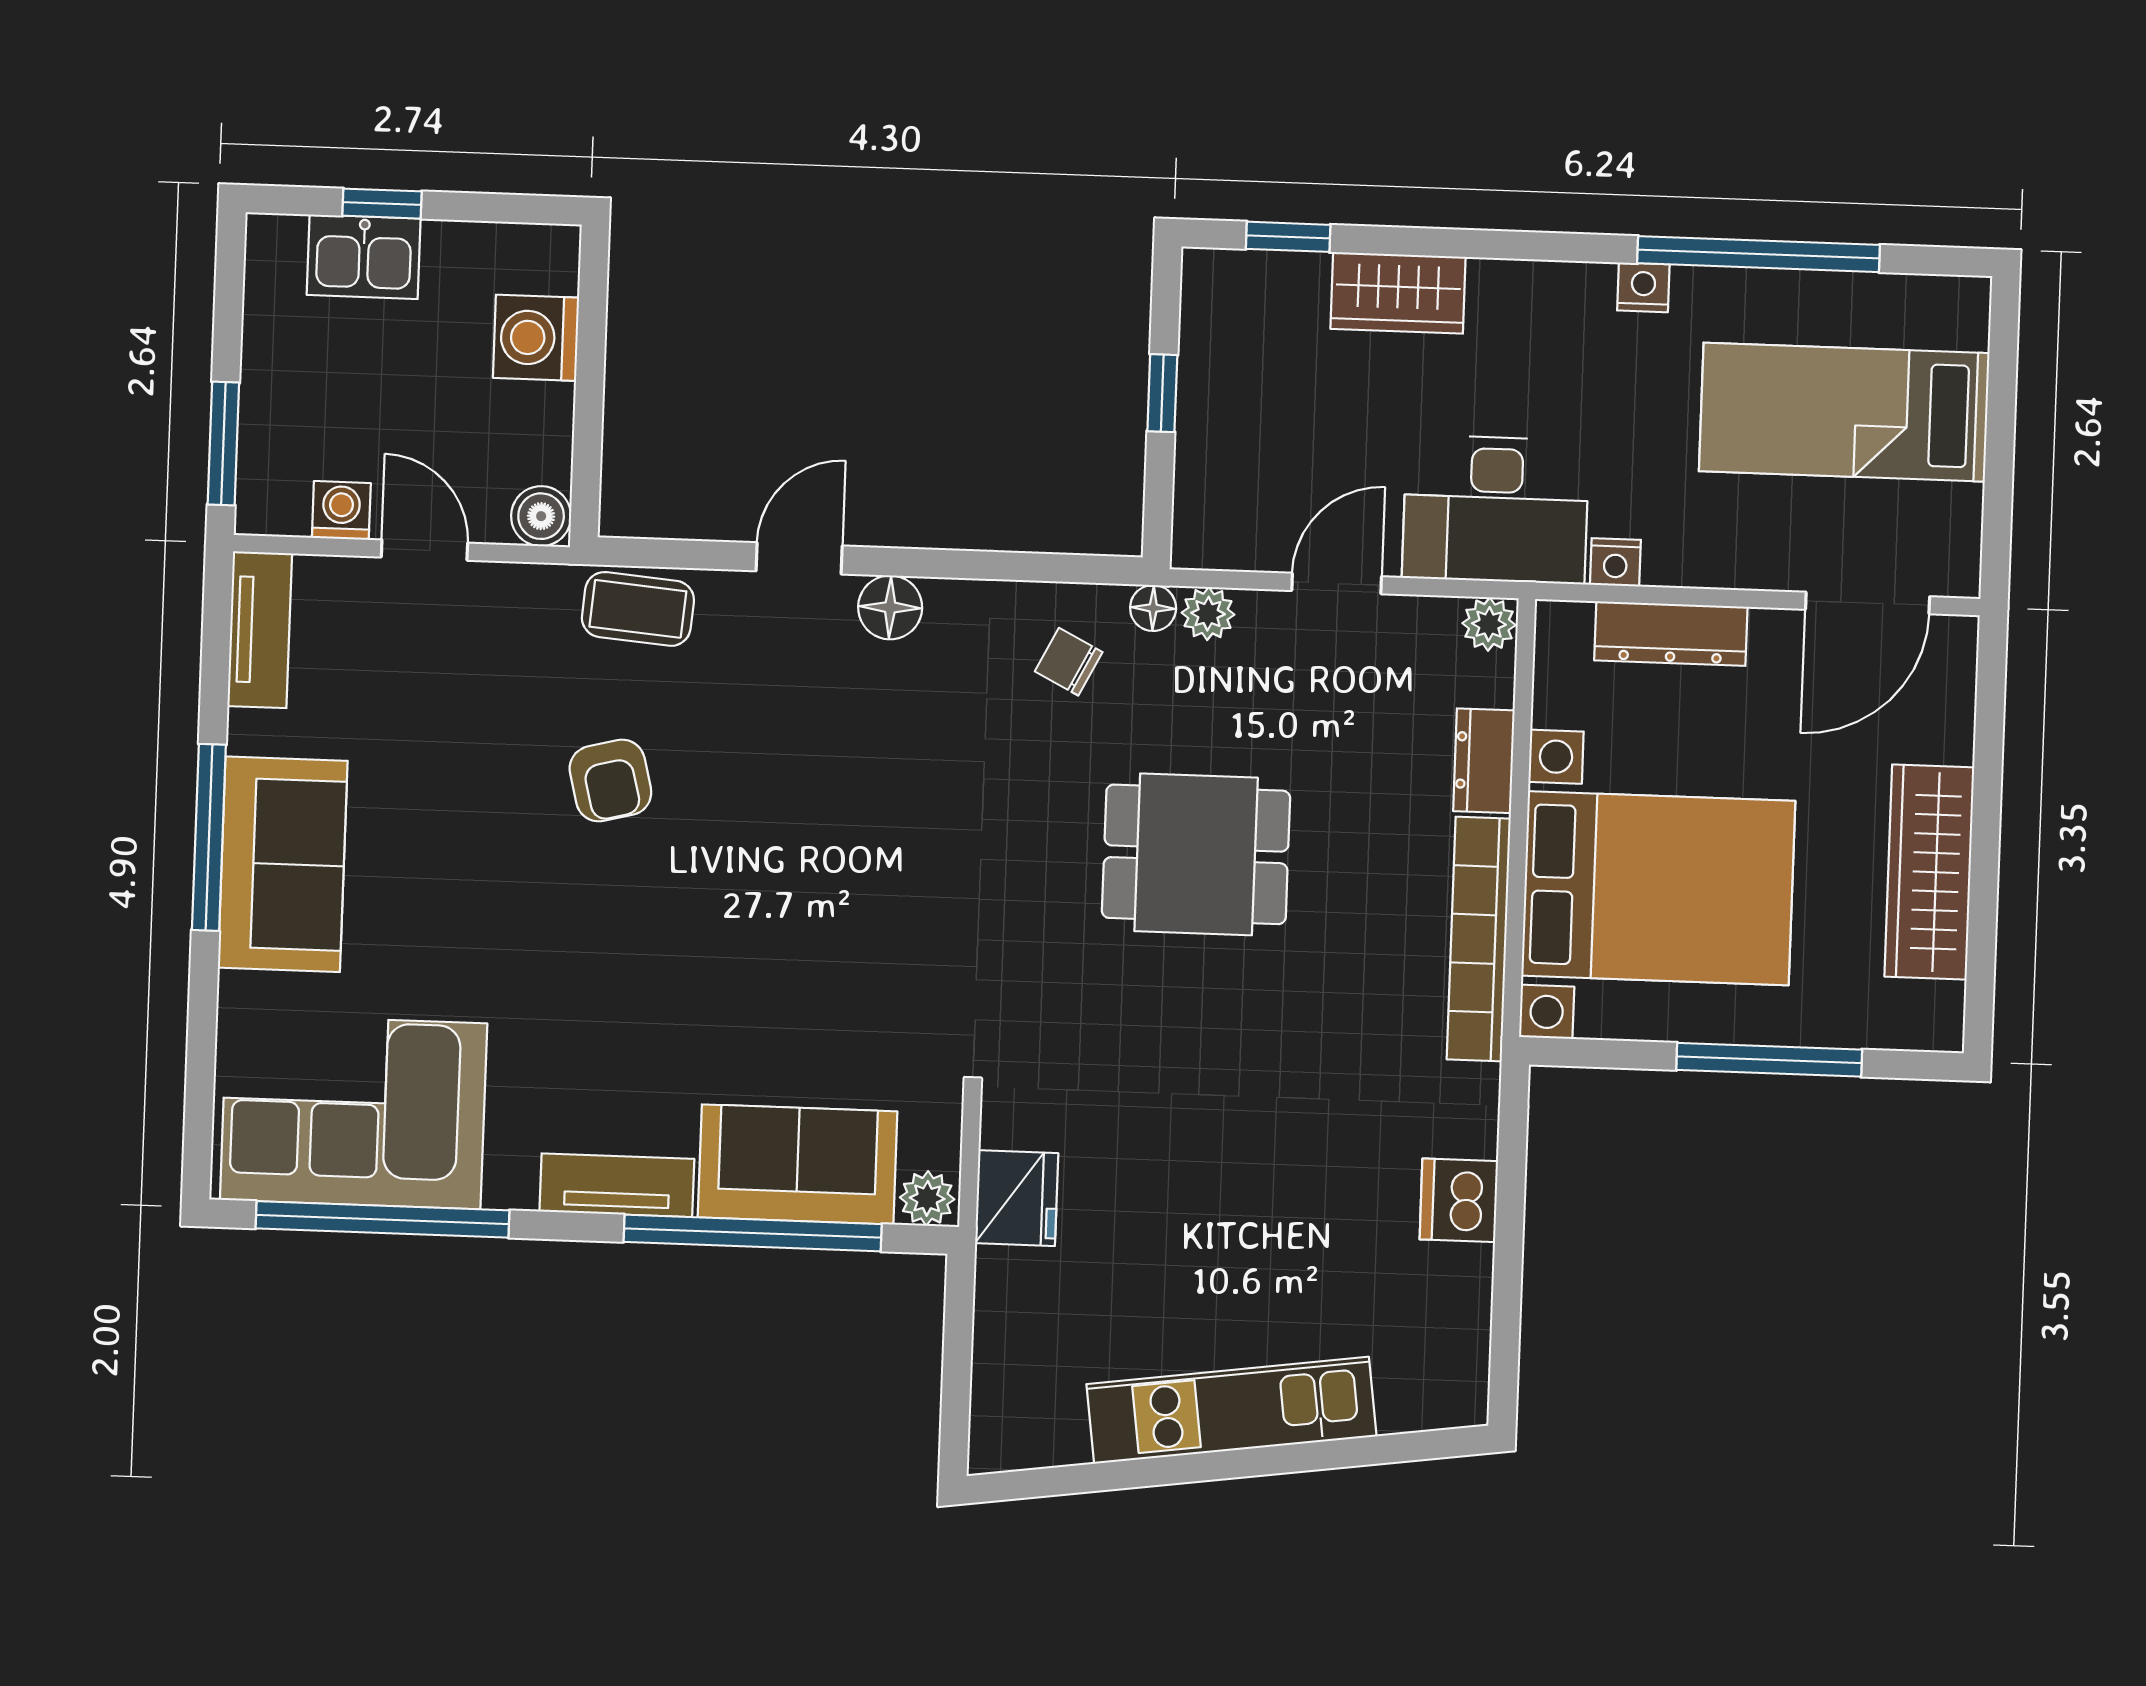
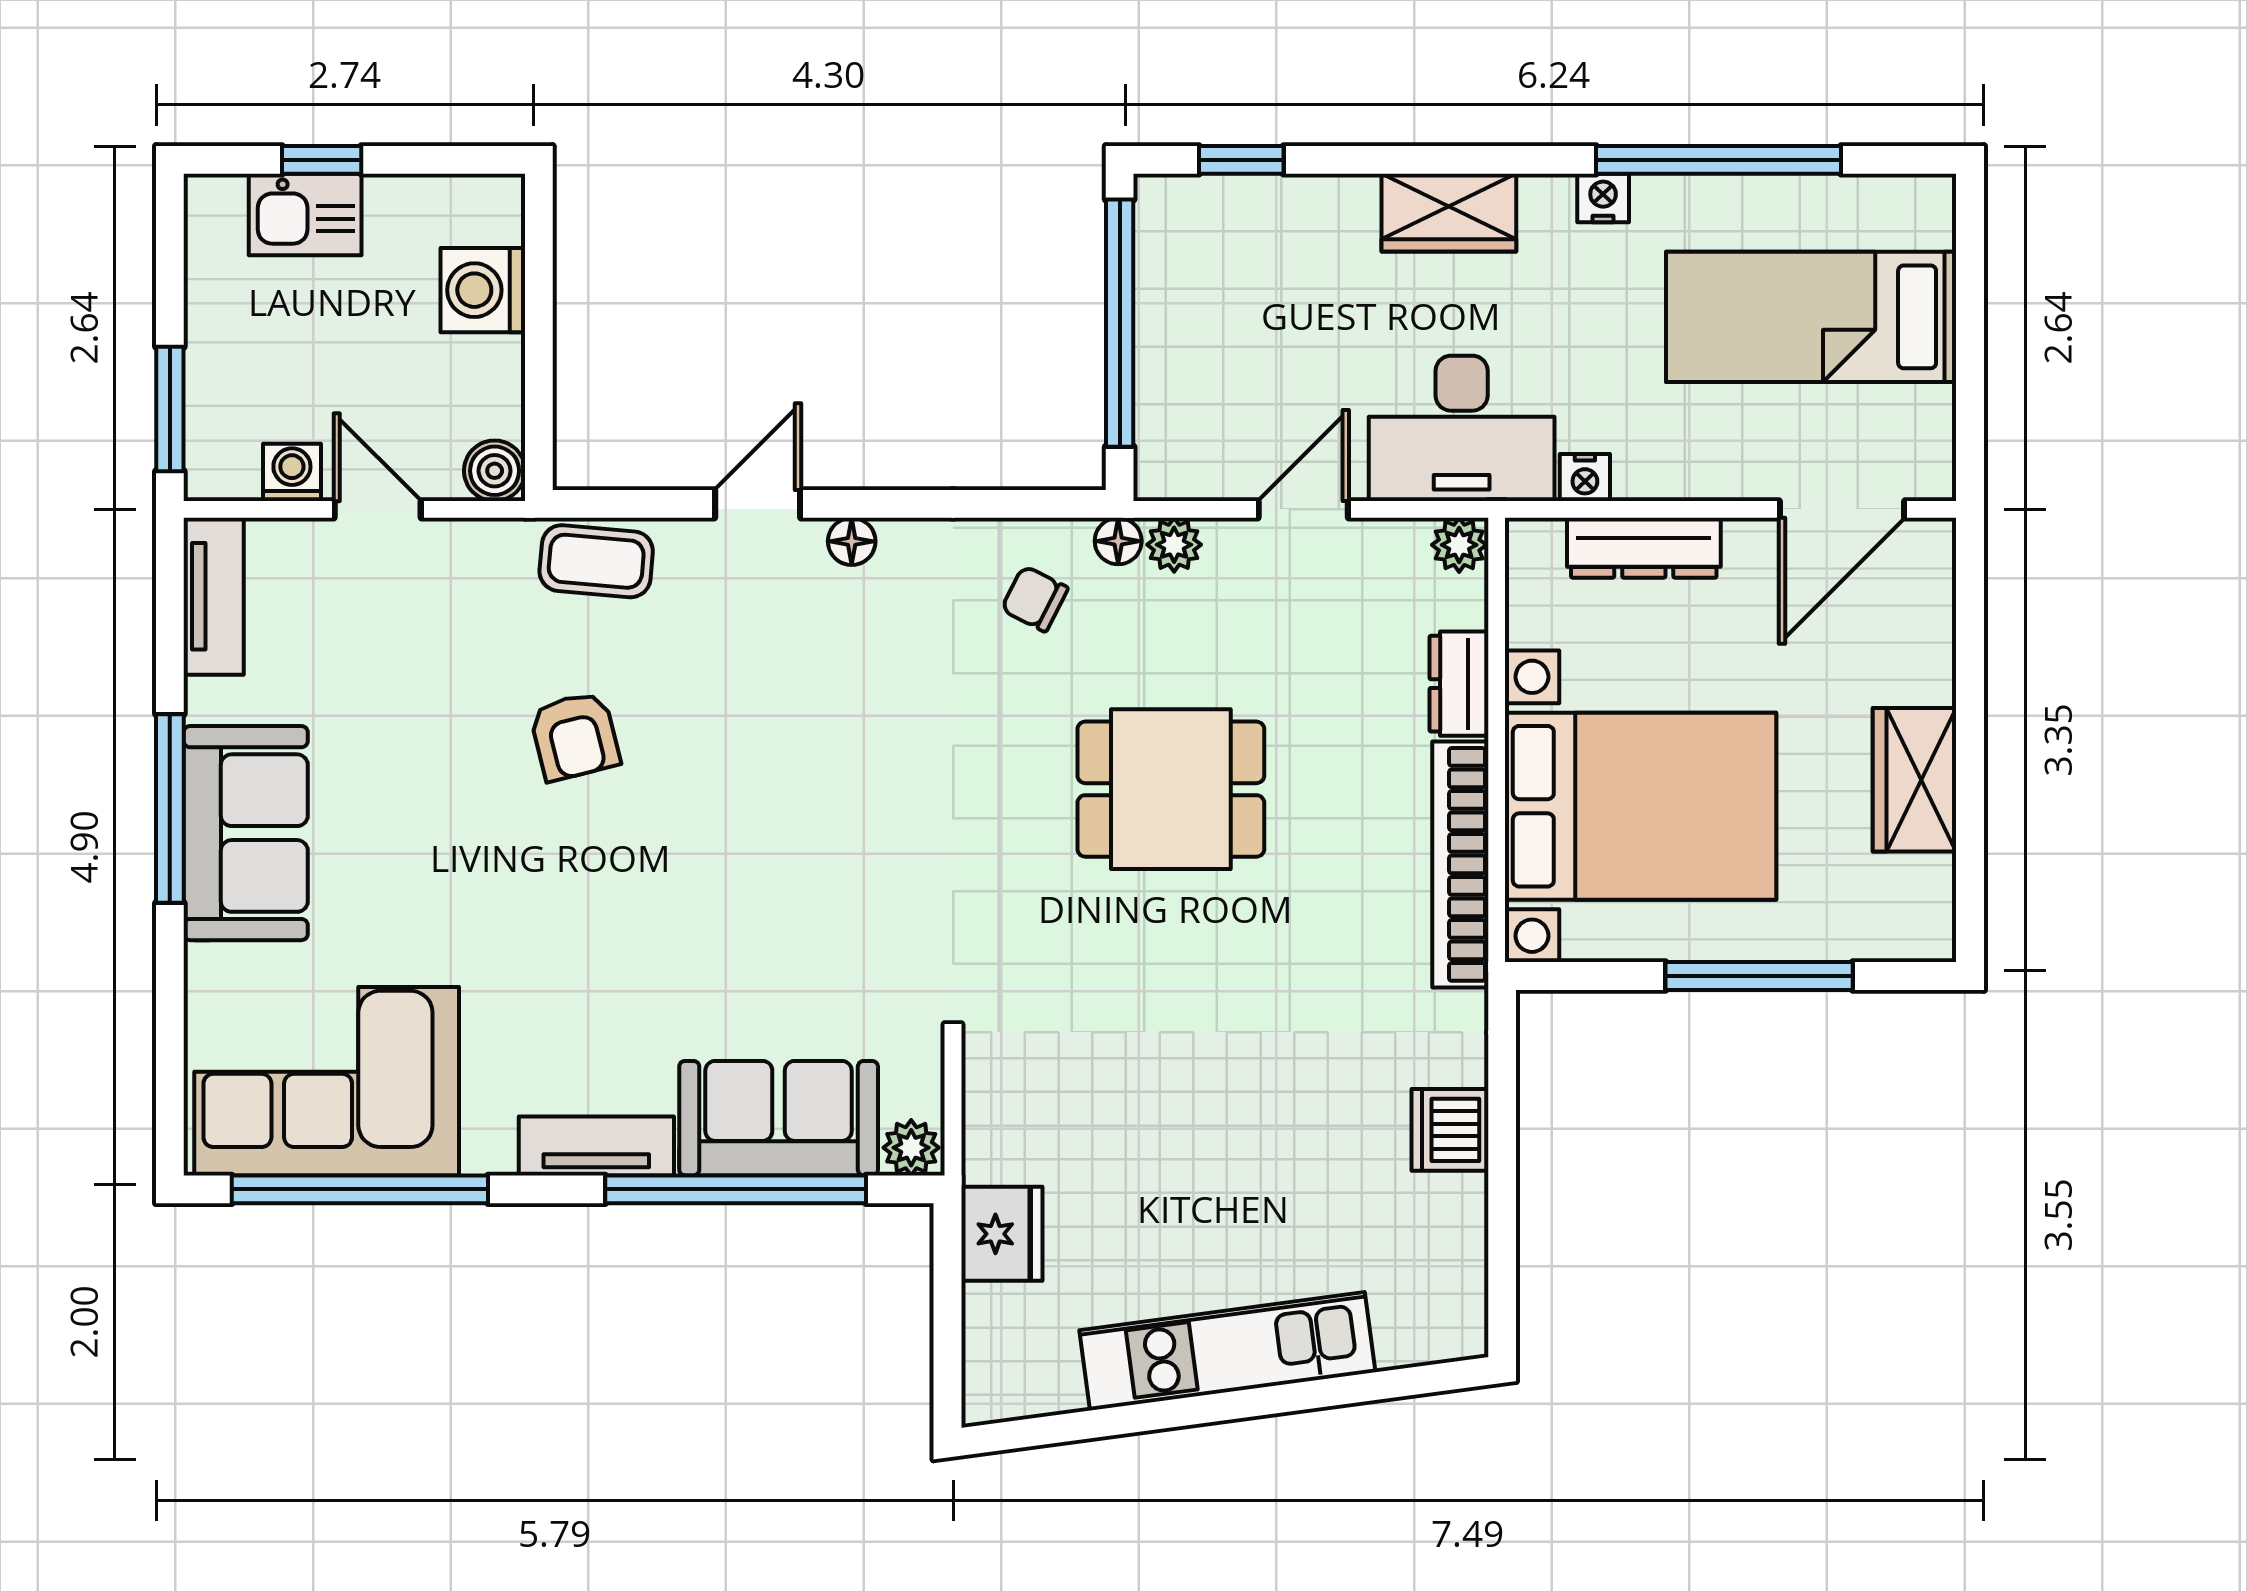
wardrobe: (1398, 293) -> (1449, 213), moved
window: (1162, 393) -> (1120, 323), width x3.17
floor lamp: (890, 607) -> (852, 541), width x0.73, depth x0.73
wardrobe: (1929, 872) -> (1915, 780), width x0.67
fridge: (1017, 1198) -> (1002, 1234), moved

